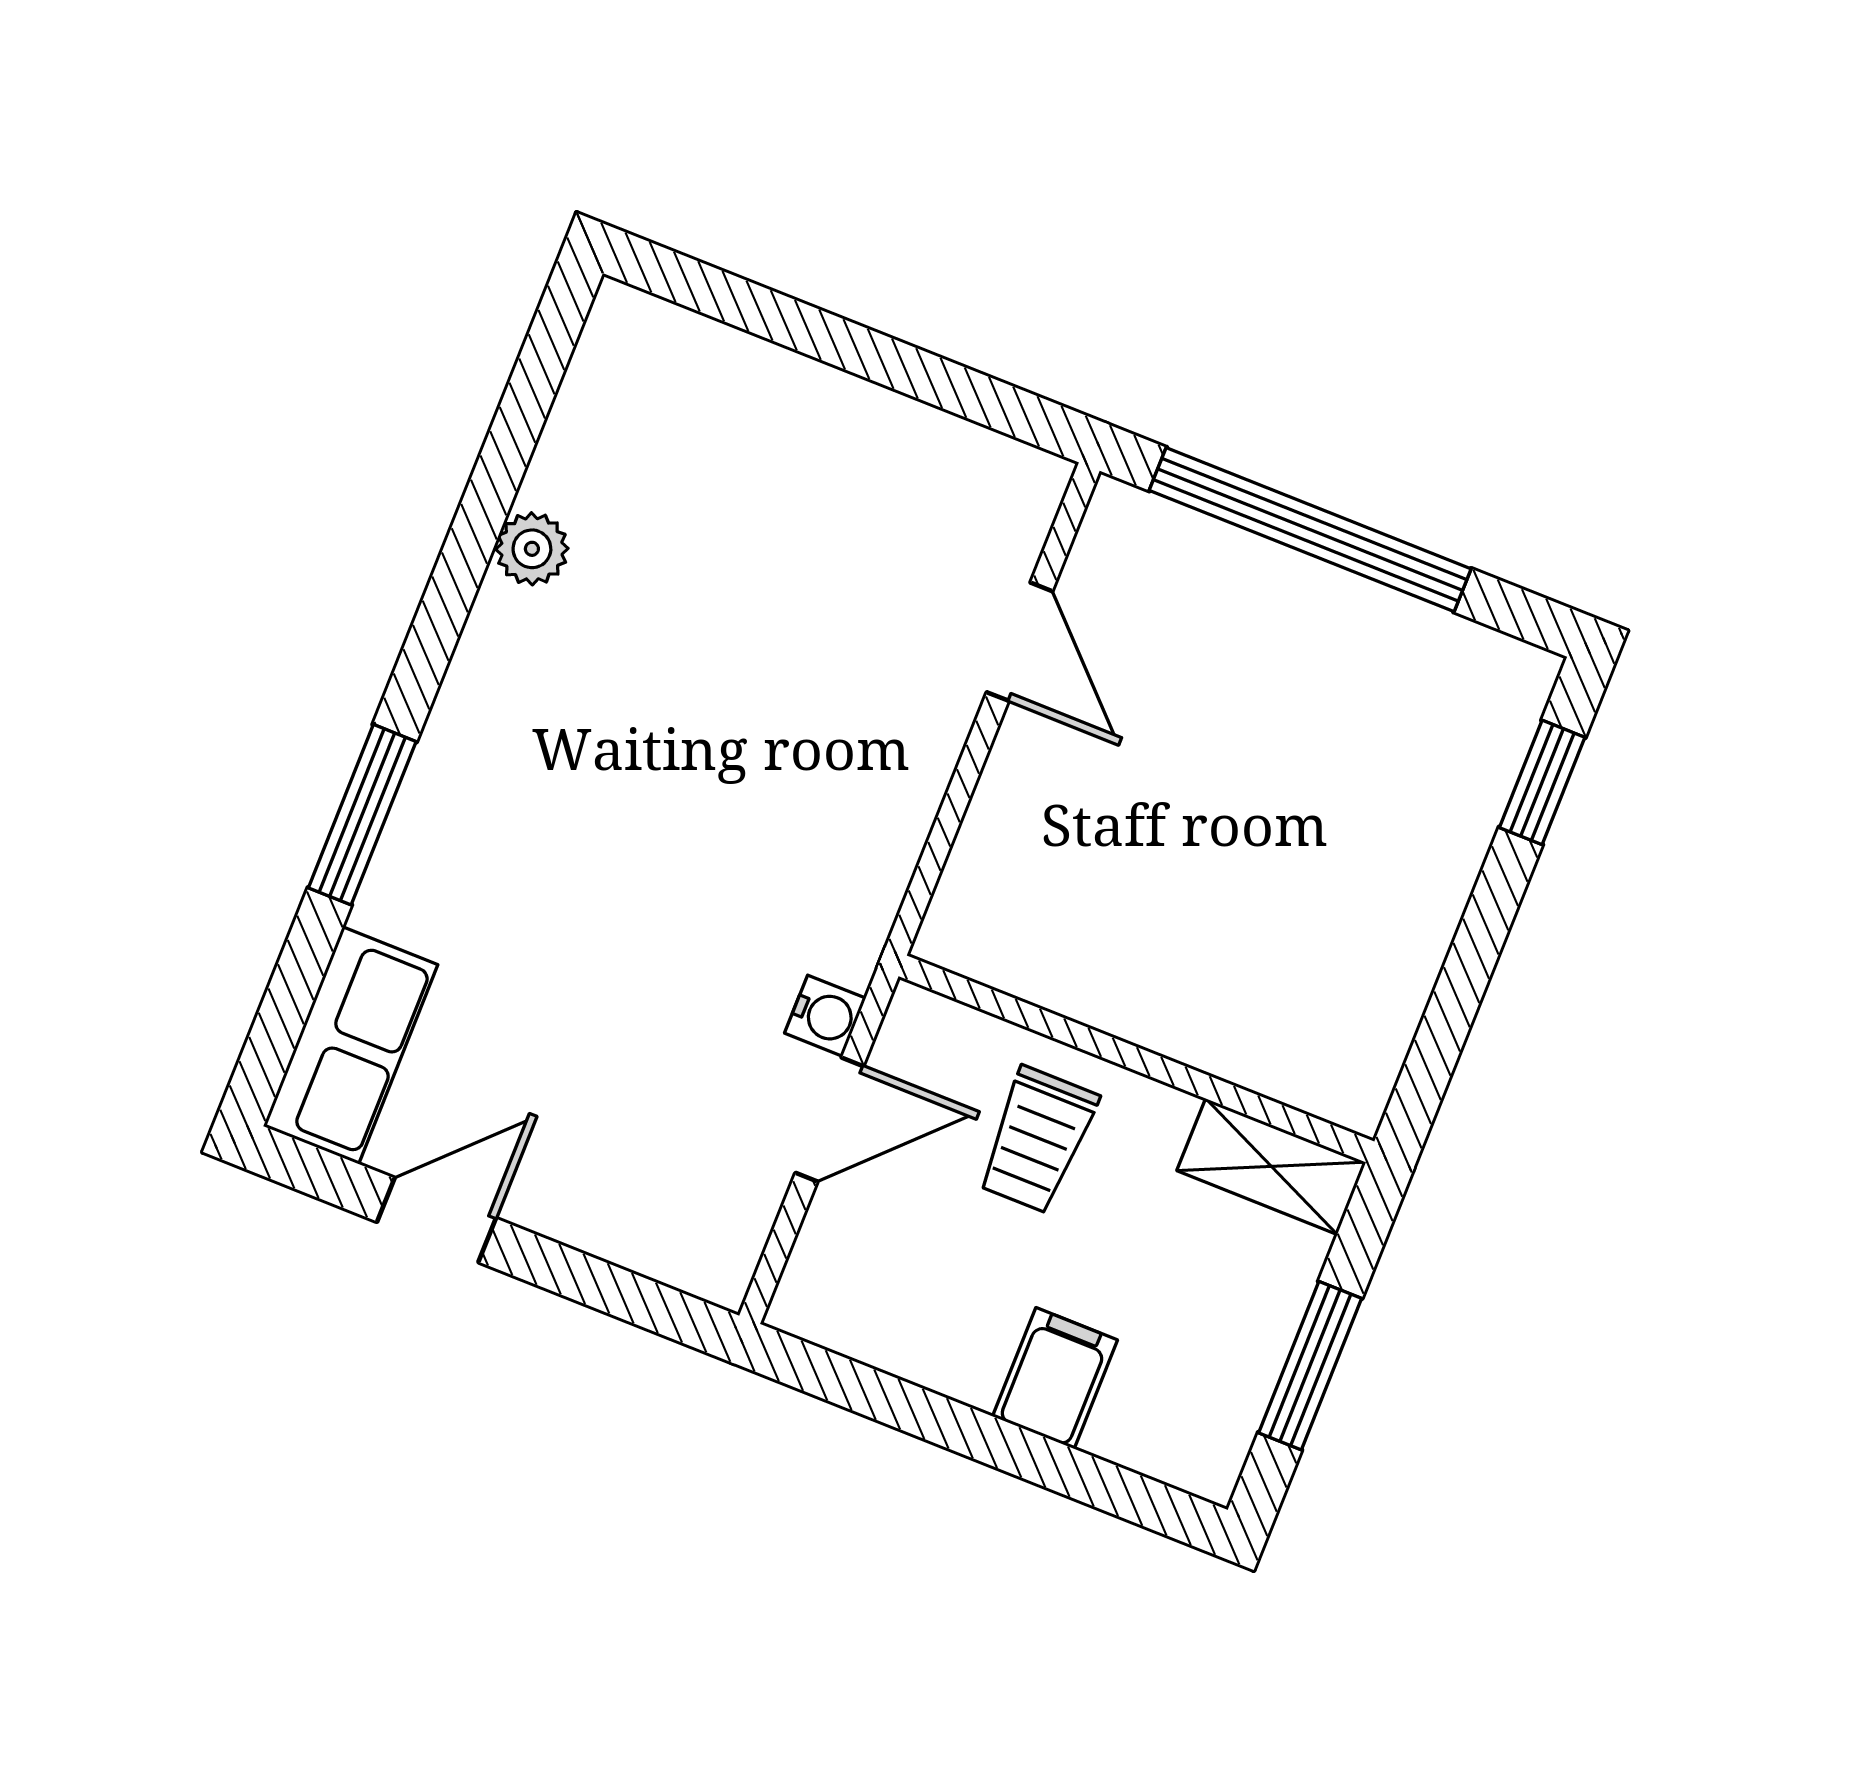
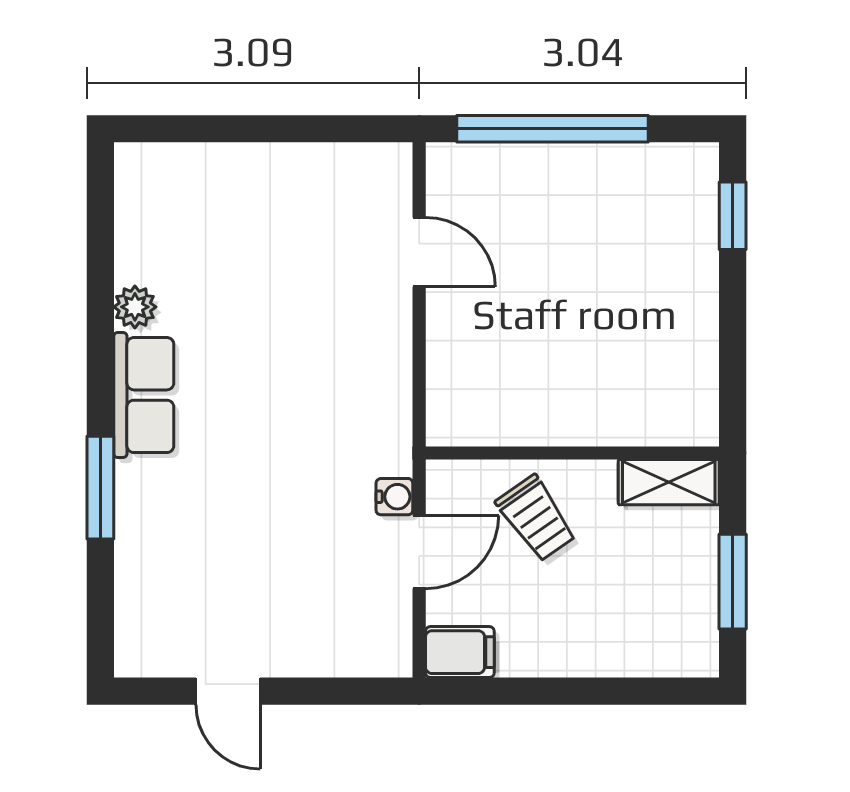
row of seats: (351, 1045) -> (144, 395), moved
trolley: (1037, 1140) -> (536, 518), turned -35
door: (437, 1220) -> (228, 691), swing flipped
filing cabinet: (1055, 1378) -> (460, 652), moved, turned 90

